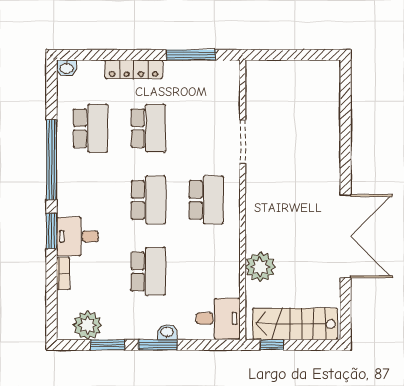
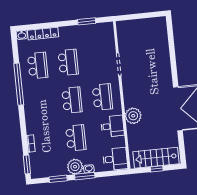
window: (191, 55) -> (87, 21), width x0.69
locker: (134, 69) -> (43, 34), moved
window: (51, 231) -> (27, 164), moved
desk: (77, 236) -> (112, 126), moved, turned 180
plant: (260, 267) -> (133, 116), moved
plant: (88, 325) -> (75, 167), moved
window: (272, 345) -> (157, 169), moved

